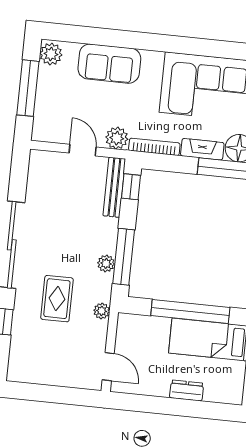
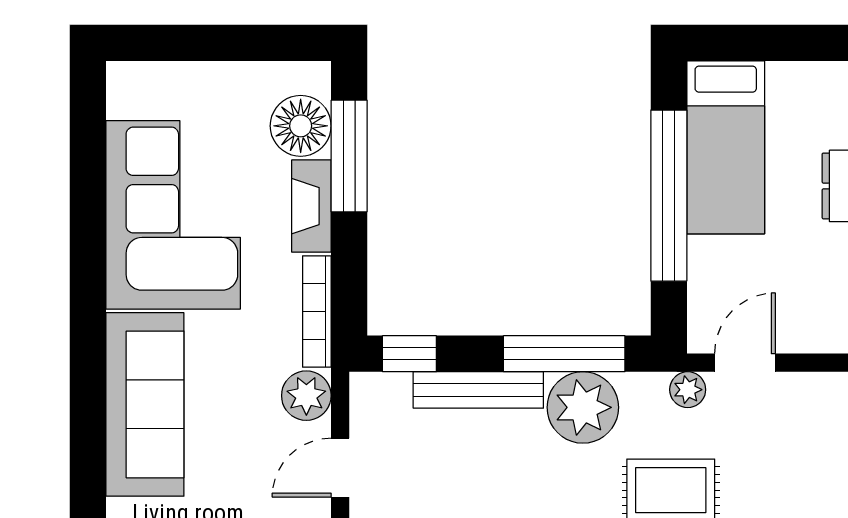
sofa: (109, 64) -> (145, 404), width x1.36
bench: (114, 187) -> (478, 390), moved
plant: (106, 263) -> (583, 407), width x1.87, depth x1.87
door: (108, 367) -> (745, 363), moved

